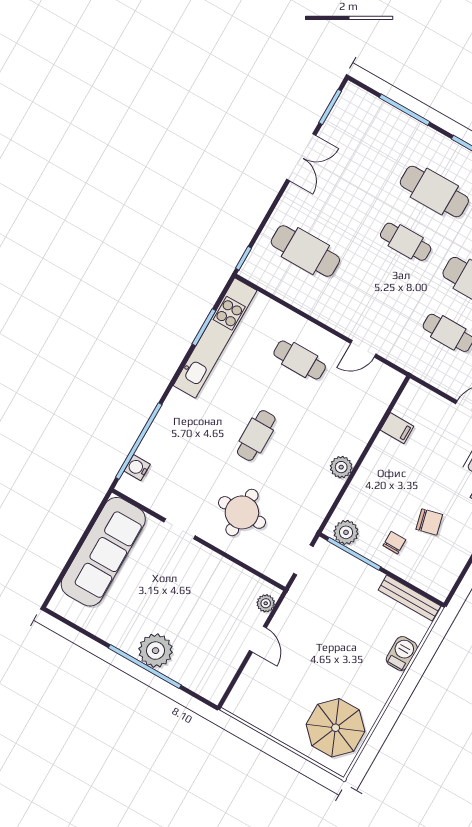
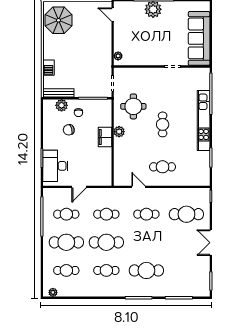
double door: (301, 157) -> (211, 243), moved
cafe table: (406, 242) -> (146, 214), moved
kitchen unit: (215, 338) -> (204, 121), moved
door: (363, 349) -> (138, 187), hinge flipped
filing cabinet: (397, 428) -> (105, 137), moved, width x2.00
water cooler: (137, 468) -> (205, 82), removed
round table: (242, 512) -> (133, 106), moved
plant: (346, 532) -> (62, 105), moved
door: (258, 639) -> (113, 15), moved

